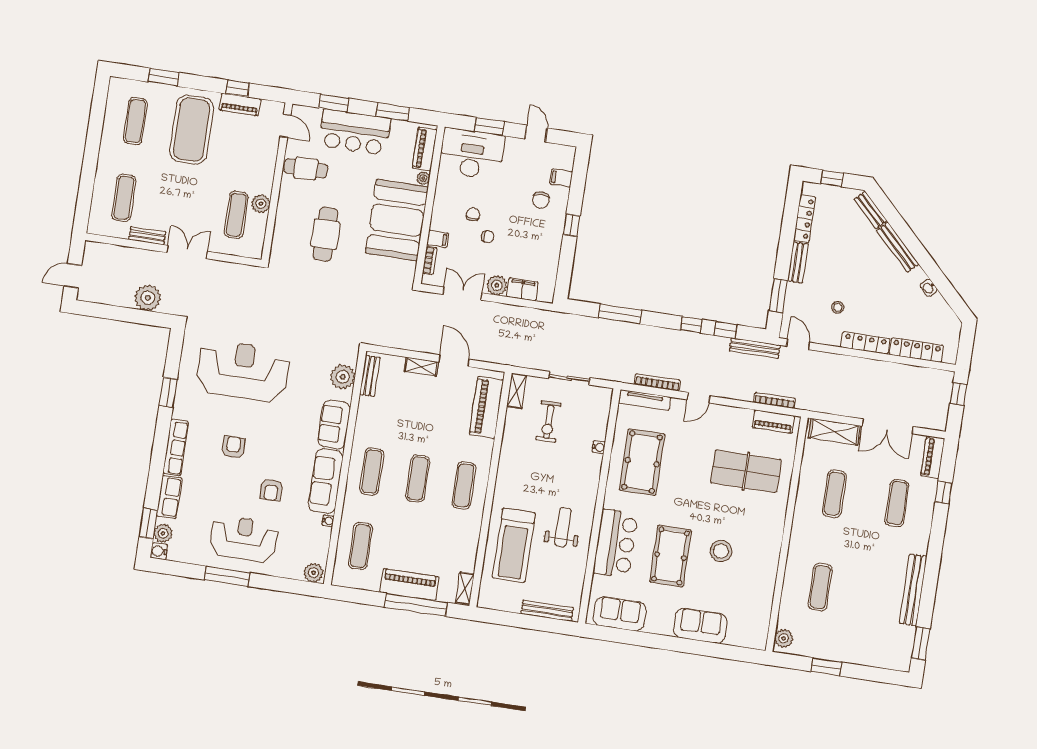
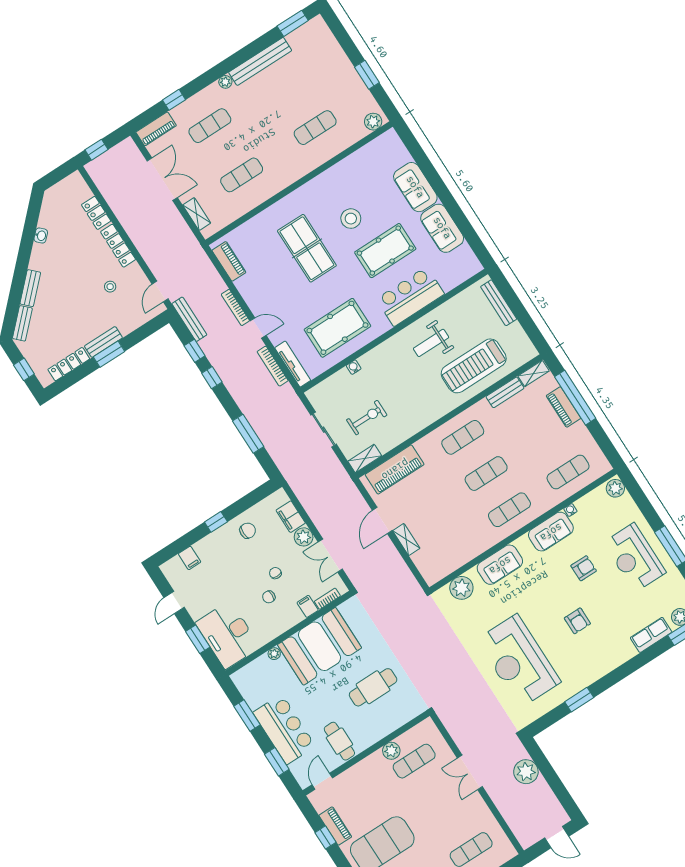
piano: (425, 149) -> (253, 670), removed
chair: (541, 200) -> (248, 531), moved
bench: (147, 236) -> (483, 810), removed
bench: (898, 247) -> (30, 288), width x0.73
window: (778, 296) -> (109, 354), moved
locker: (916, 350) -> (96, 213), width x0.66
bench: (370, 376) -> (505, 392), moved
bookcase: (774, 400) -> (235, 307), moved
shelving: (834, 432) -> (197, 214), width x0.67, depth x0.75
armchair: (233, 447) -> (577, 621), turned -90
row of seats: (176, 448) -> (613, 661), removed
table tennis table: (746, 471) -> (307, 248), moved
sofa: (326, 481) -> (551, 532), width x0.73
treadmill: (514, 545) -> (474, 366), turned 180
plant: (921, 547) -> (225, 82), added
piano: (409, 585) -> (563, 407), width x0.73, depth x0.75
sofa: (620, 614) -> (442, 228), moved

